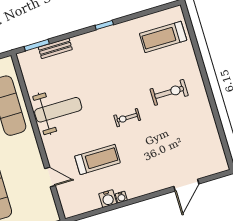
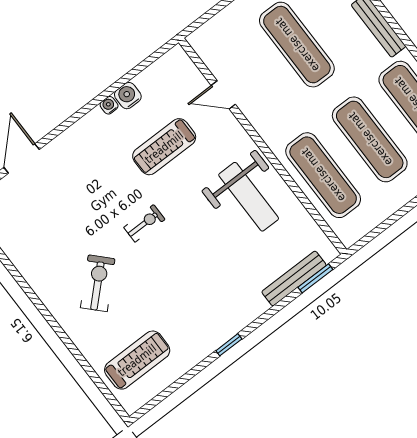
bench: (55, 48) -> (294, 279), width x1.36
exercise bike: (169, 92) -> (98, 283), turned 136
weight bench: (58, 110) -> (249, 197), turned -90

